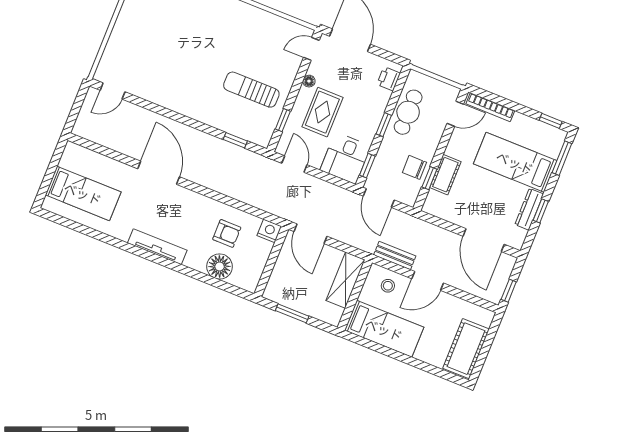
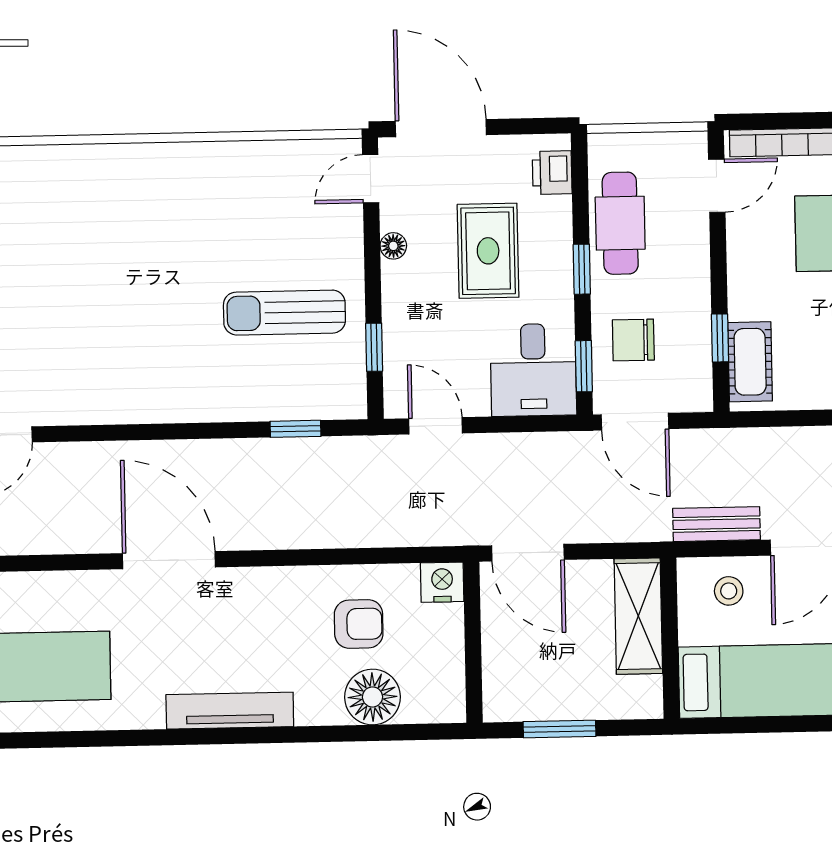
rug: (322, 112) -> (488, 251), moved
chair: (414, 167) -> (633, 340), moved
cot: (445, 175) -> (750, 362), moved

